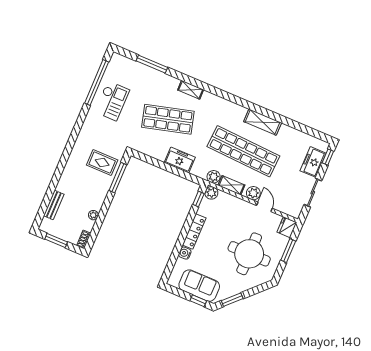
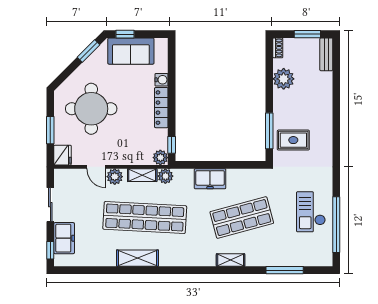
bench: (54, 205) -> (326, 54), moved
plant: (93, 215) -> (284, 79), width x1.87, depth x1.87

